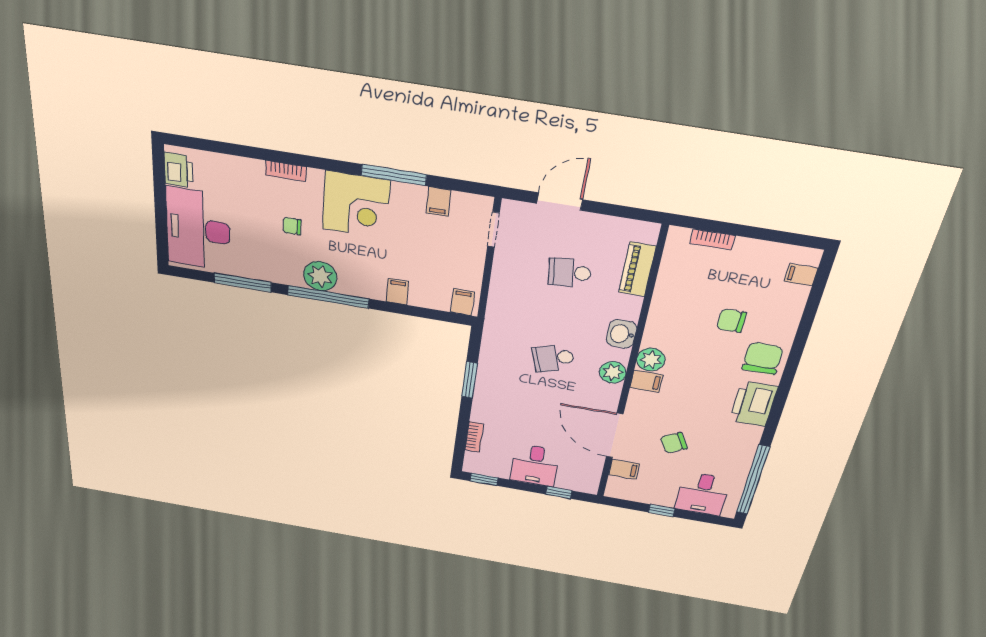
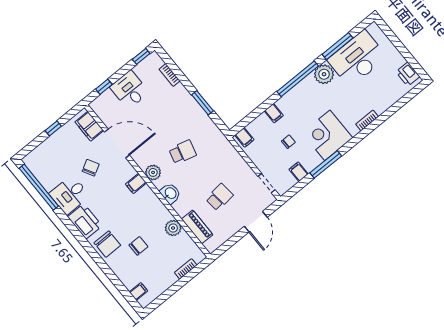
chair: (292, 226) -> (288, 142), moved
desk: (198, 229) -> (357, 58), moved, turned -90
plant: (320, 276) -> (324, 74), moved
school desk: (553, 358) -> (183, 152), turned 33
plant: (651, 360) -> (173, 228), moved
filing cabinet: (624, 469) -> (89, 126), width x2.00
desk: (703, 494) -> (70, 195), moved, turned -90

